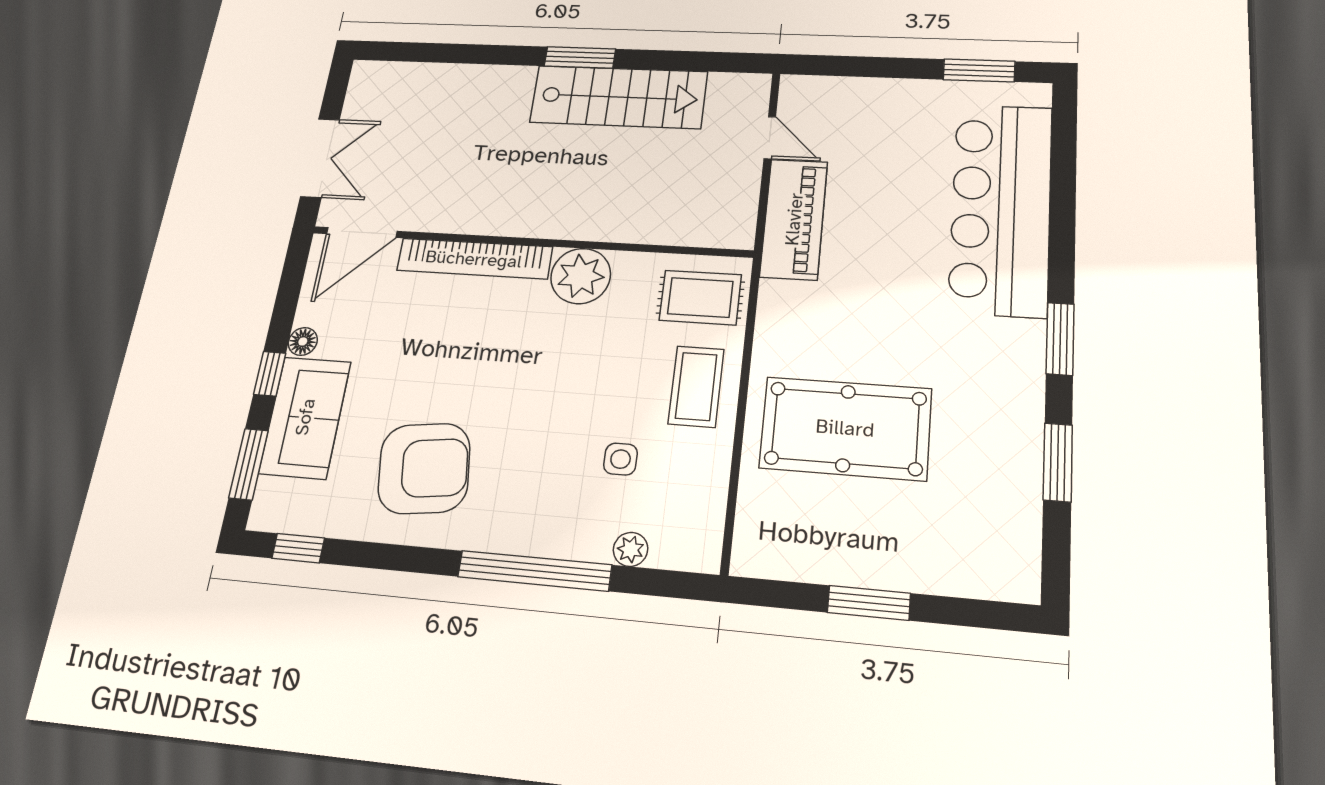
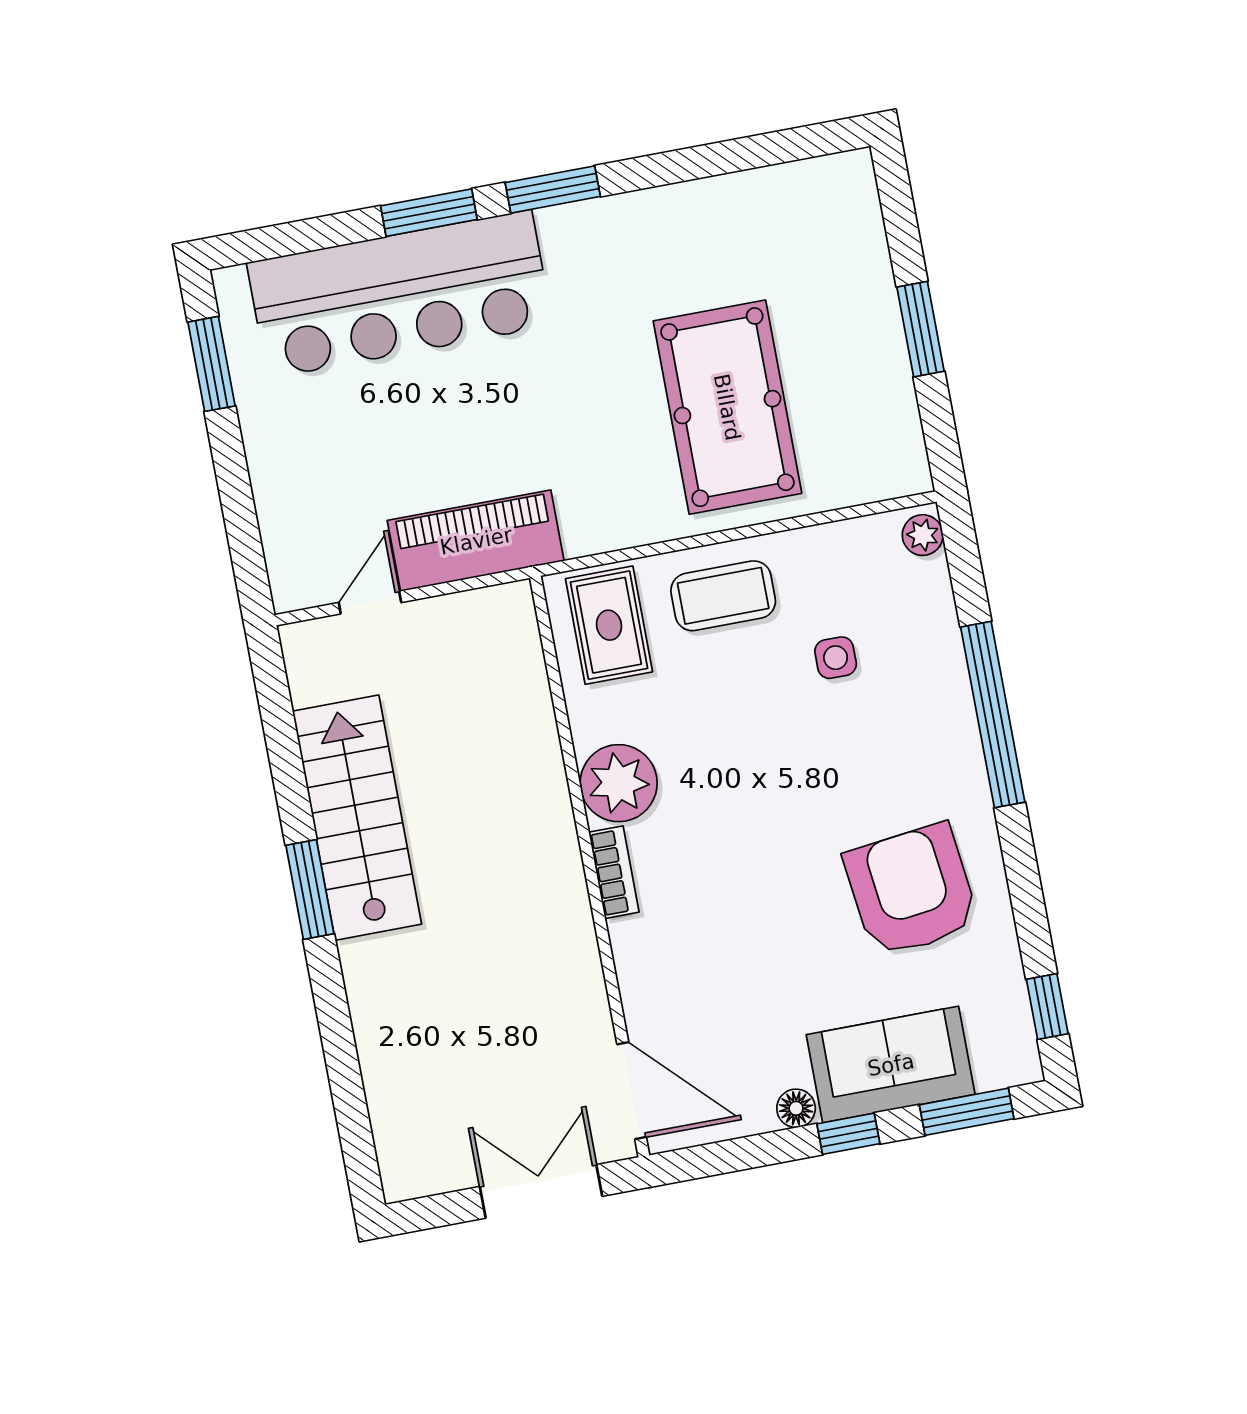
bookcase: (474, 259) -> (614, 872), width x0.43, depth x0.76
window: (1058, 462) -> (429, 213), moved
plant: (631, 549) -> (923, 535), moved

